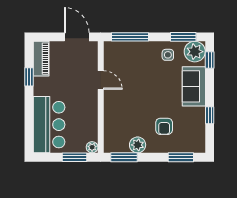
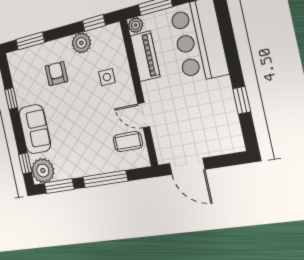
window: (130, 37) -> (105, 179), moved
side table: (168, 55) -> (107, 77), moved
piano: (41, 59) -> (145, 56), moved, turned 180
coffee table: (117, 63) -> (128, 142), added
window: (124, 157) -> (94, 23), width x0.67

